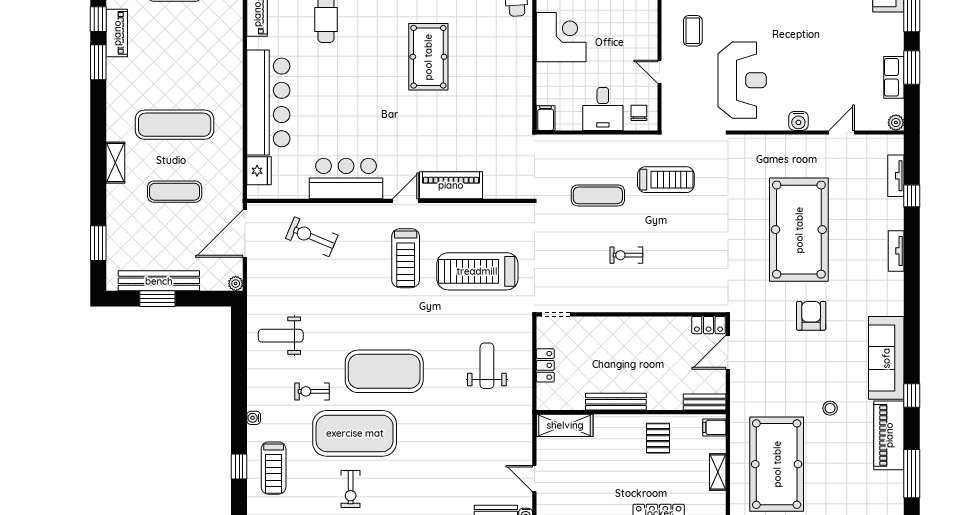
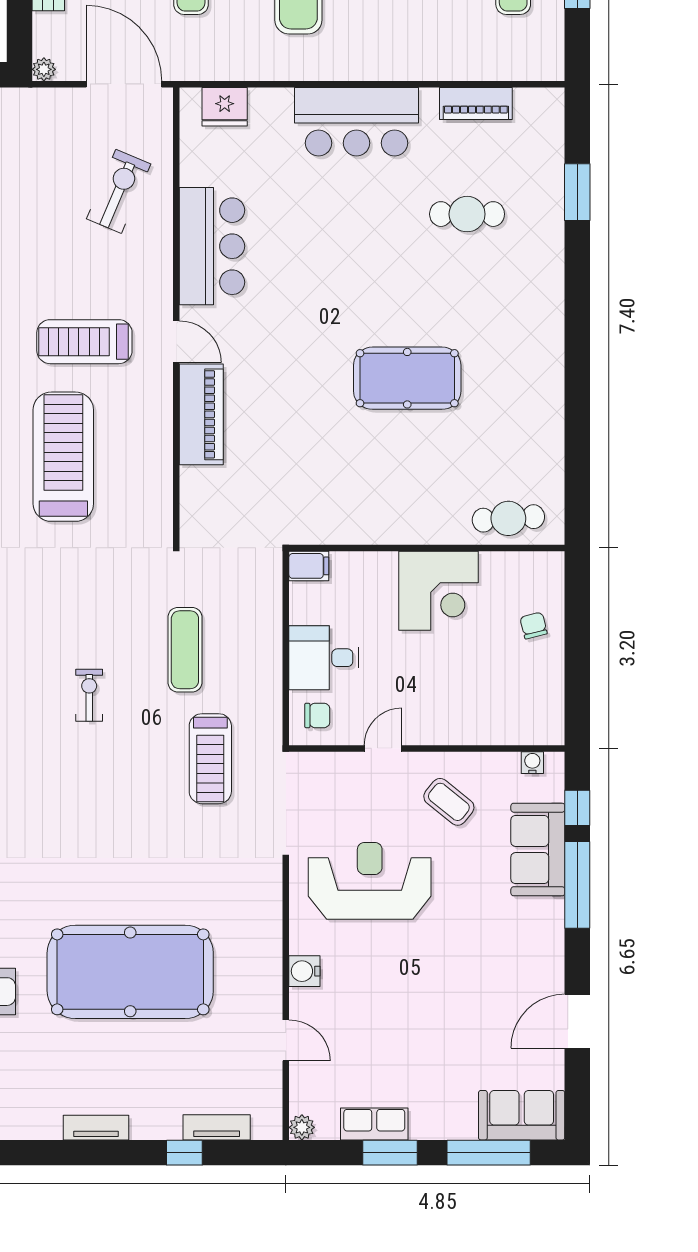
coffee table: (693, 31) -> (449, 802), turned 39
reception desk: (742, 80) -> (370, 881), turned 180
bar counter: (268, 102) -> (357, 122), width x0.73

